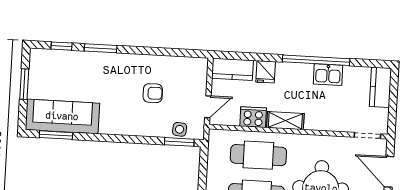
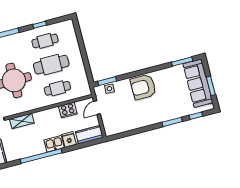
kitchen sink: (328, 75) -> (54, 144), moved
armchair: (153, 93) -> (143, 87), moved, width x1.88, depth x1.88
sofa: (62, 116) -> (198, 83), moved, turned 90
shelving: (285, 121) -> (22, 121), moved
cafe table: (258, 155) -> (57, 88), width x0.73, depth x0.74

